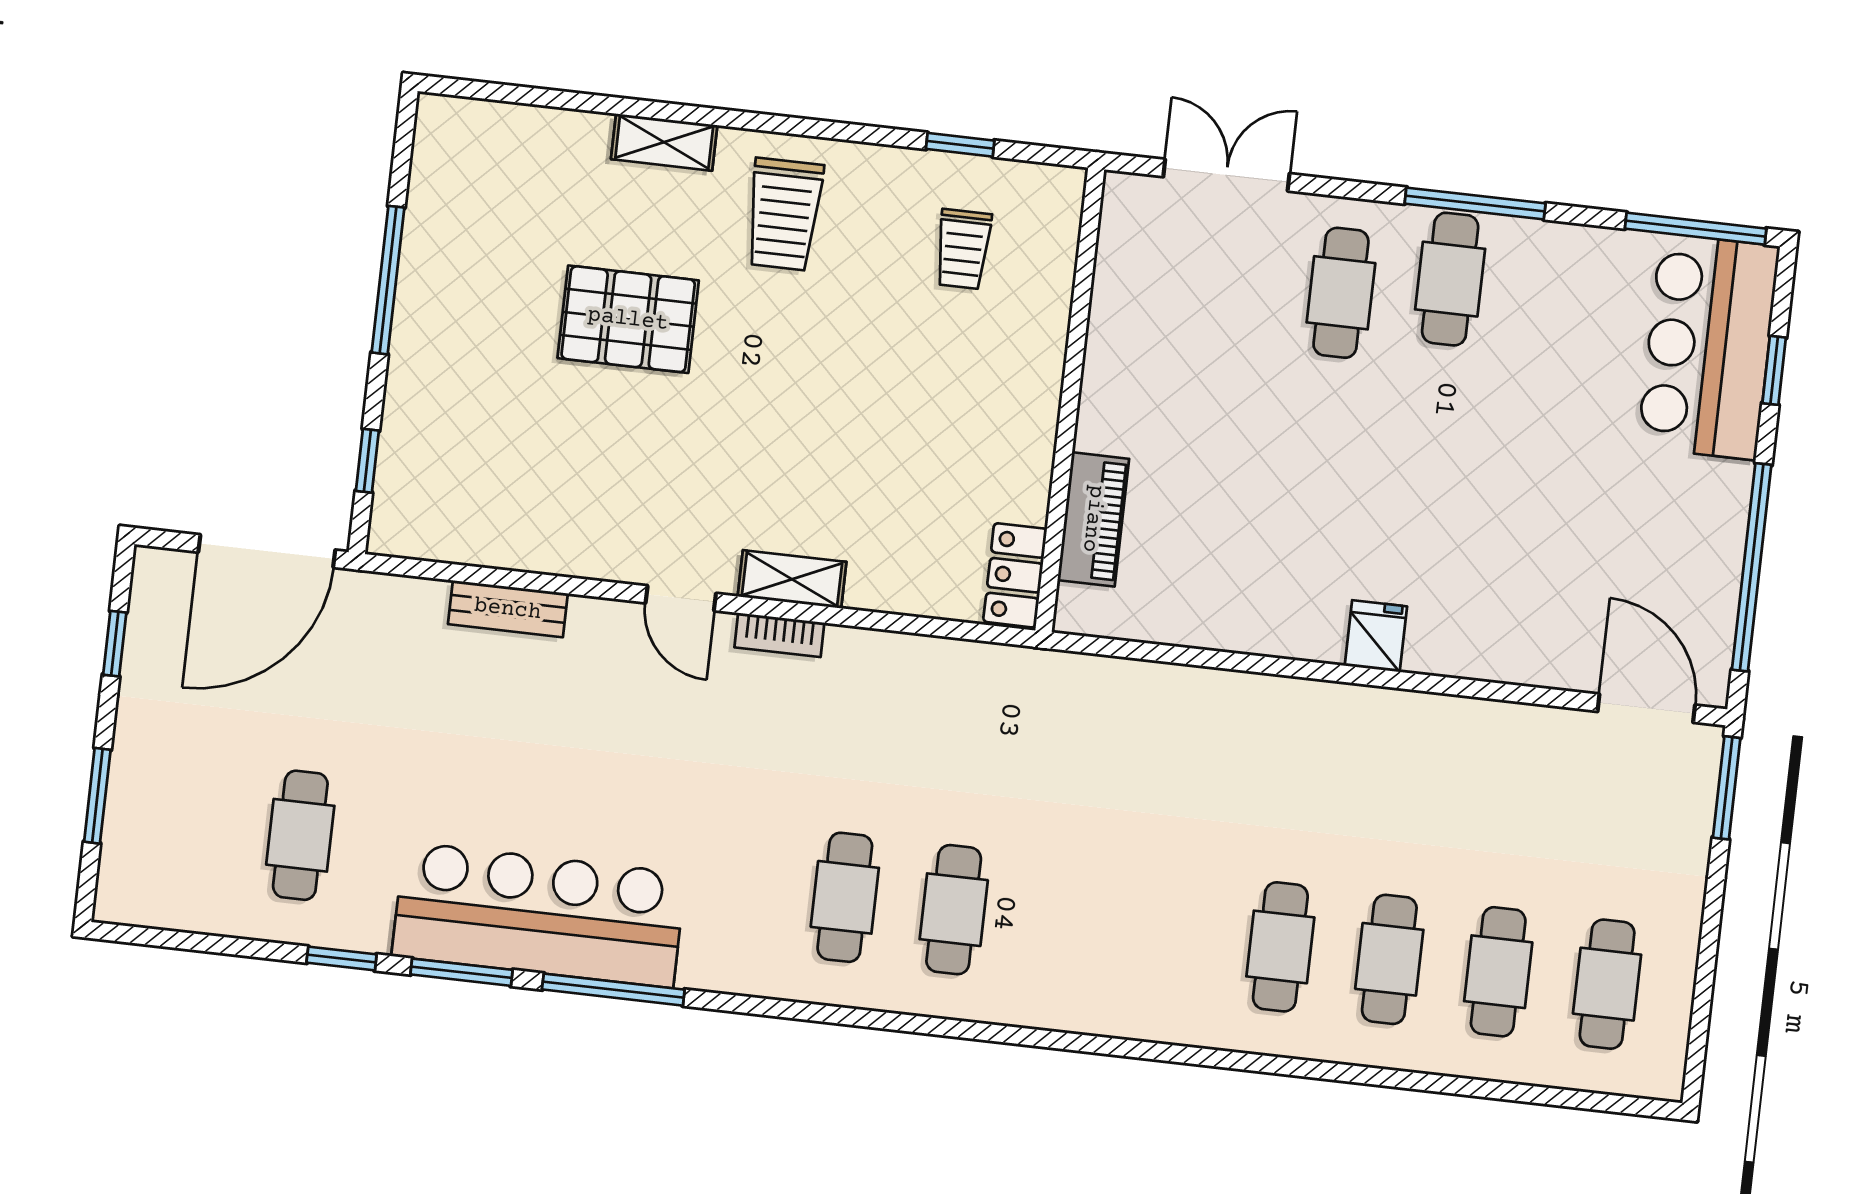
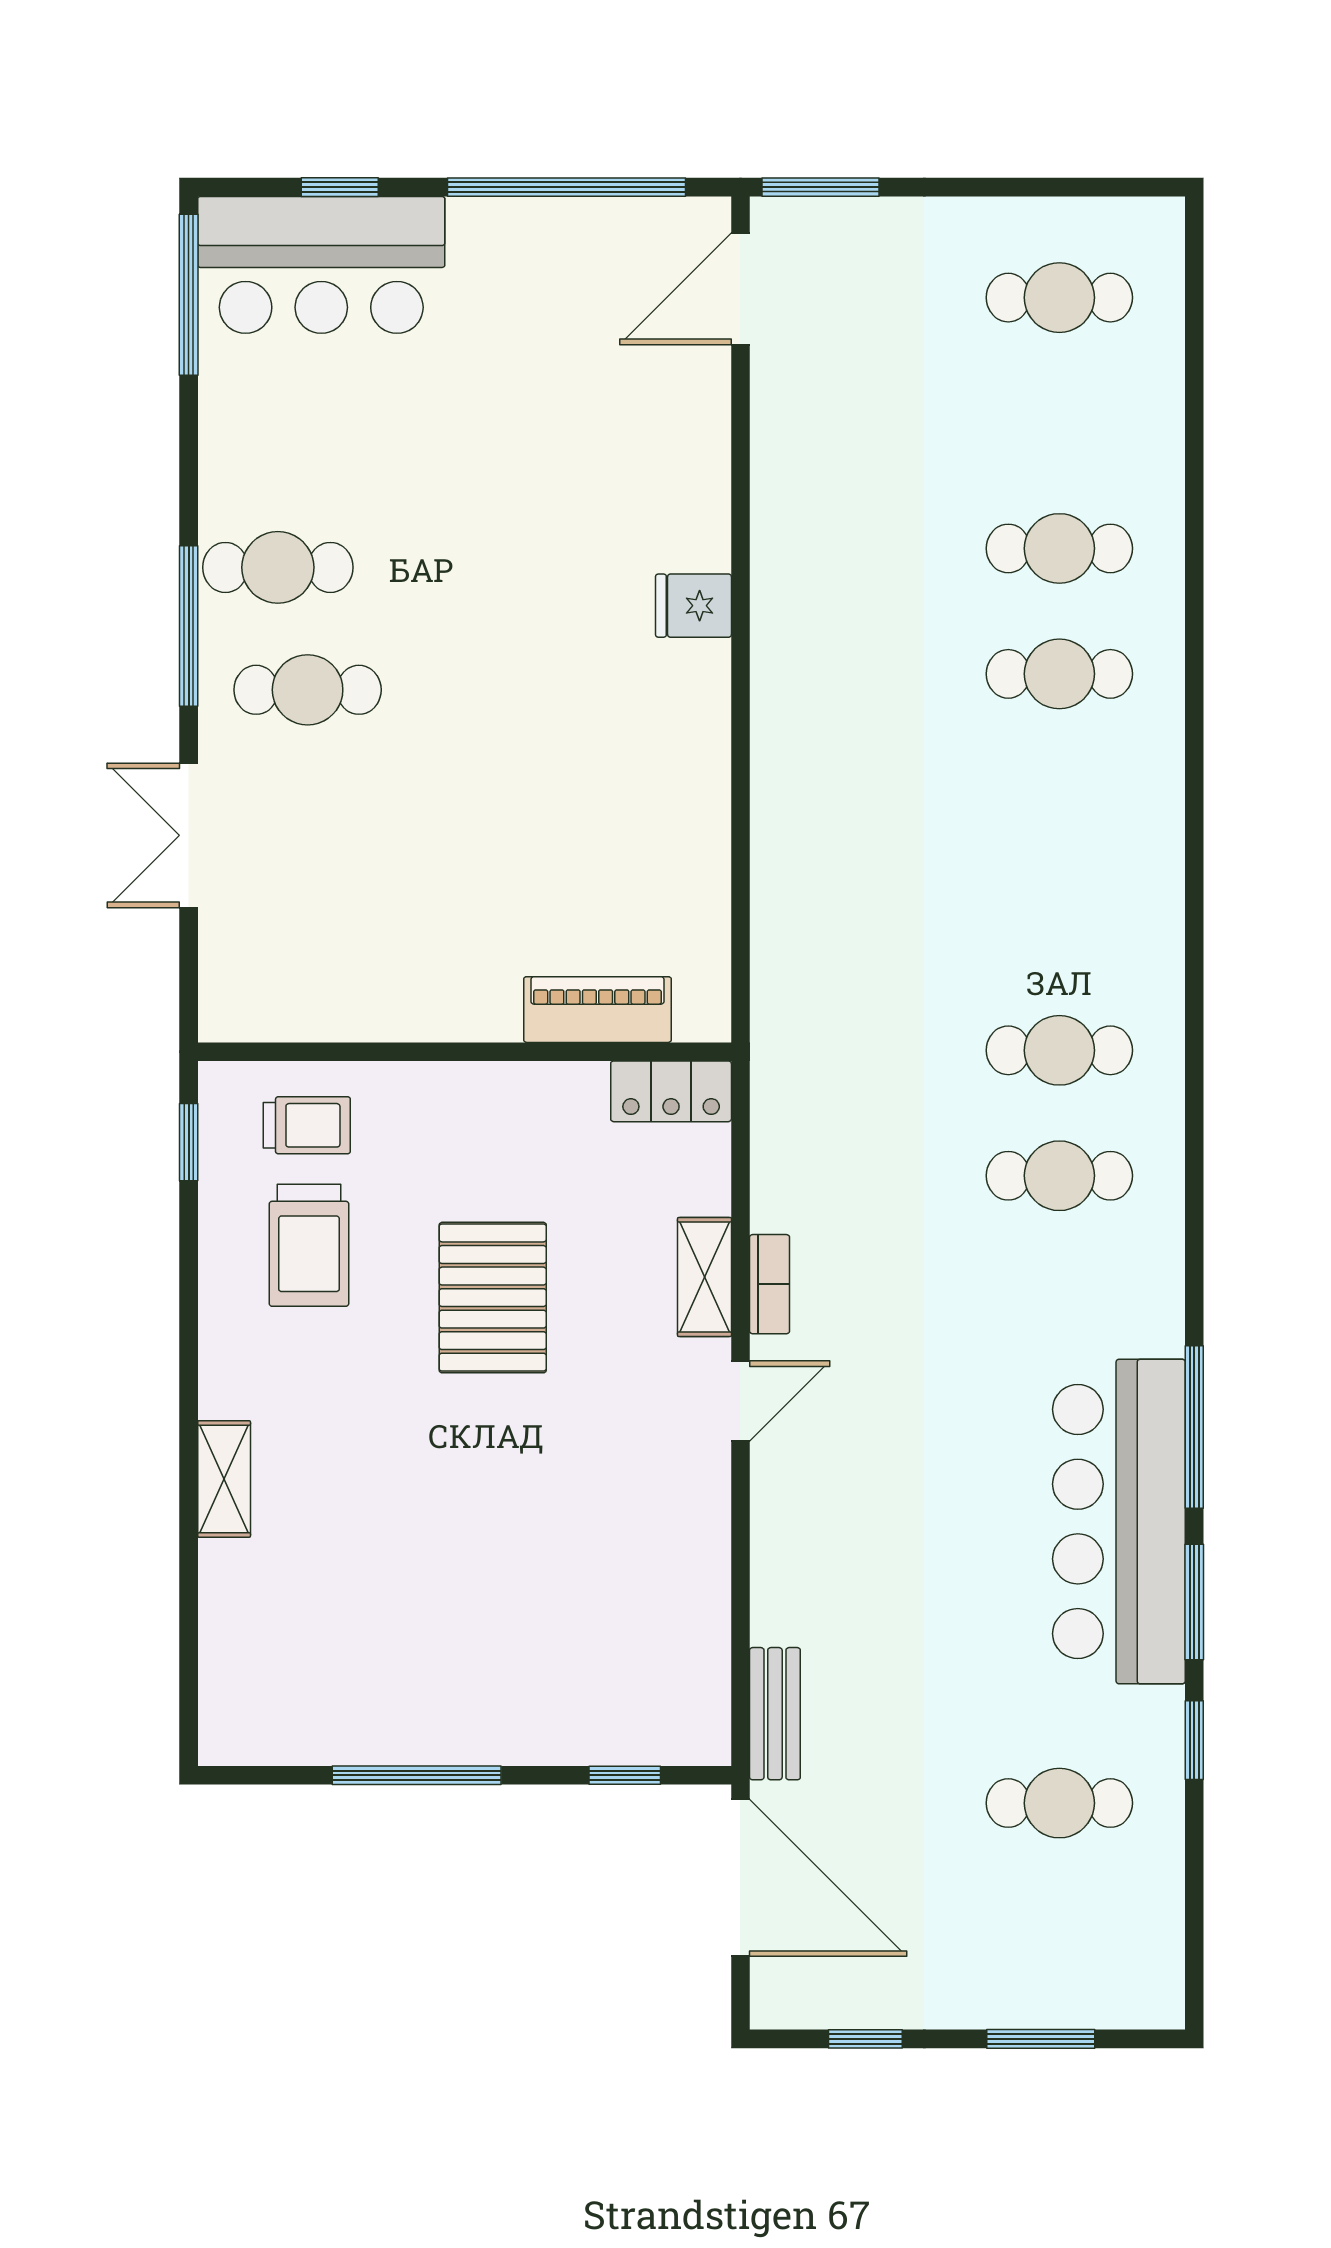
window: (1475, 203) -> (189, 626), moved
trolley: (784, 214) -> (309, 1245), moved, turned 90
pallet: (628, 319) -> (493, 1298), moved
wall: (1070, 400) -> (465, 1052), moved
piano: (1093, 519) -> (597, 1010), moved
locker: (1015, 575) -> (671, 1091), moved
bench: (508, 609) -> (775, 1714), moved
cafe table: (1498, 972) -> (1059, 423), removed

